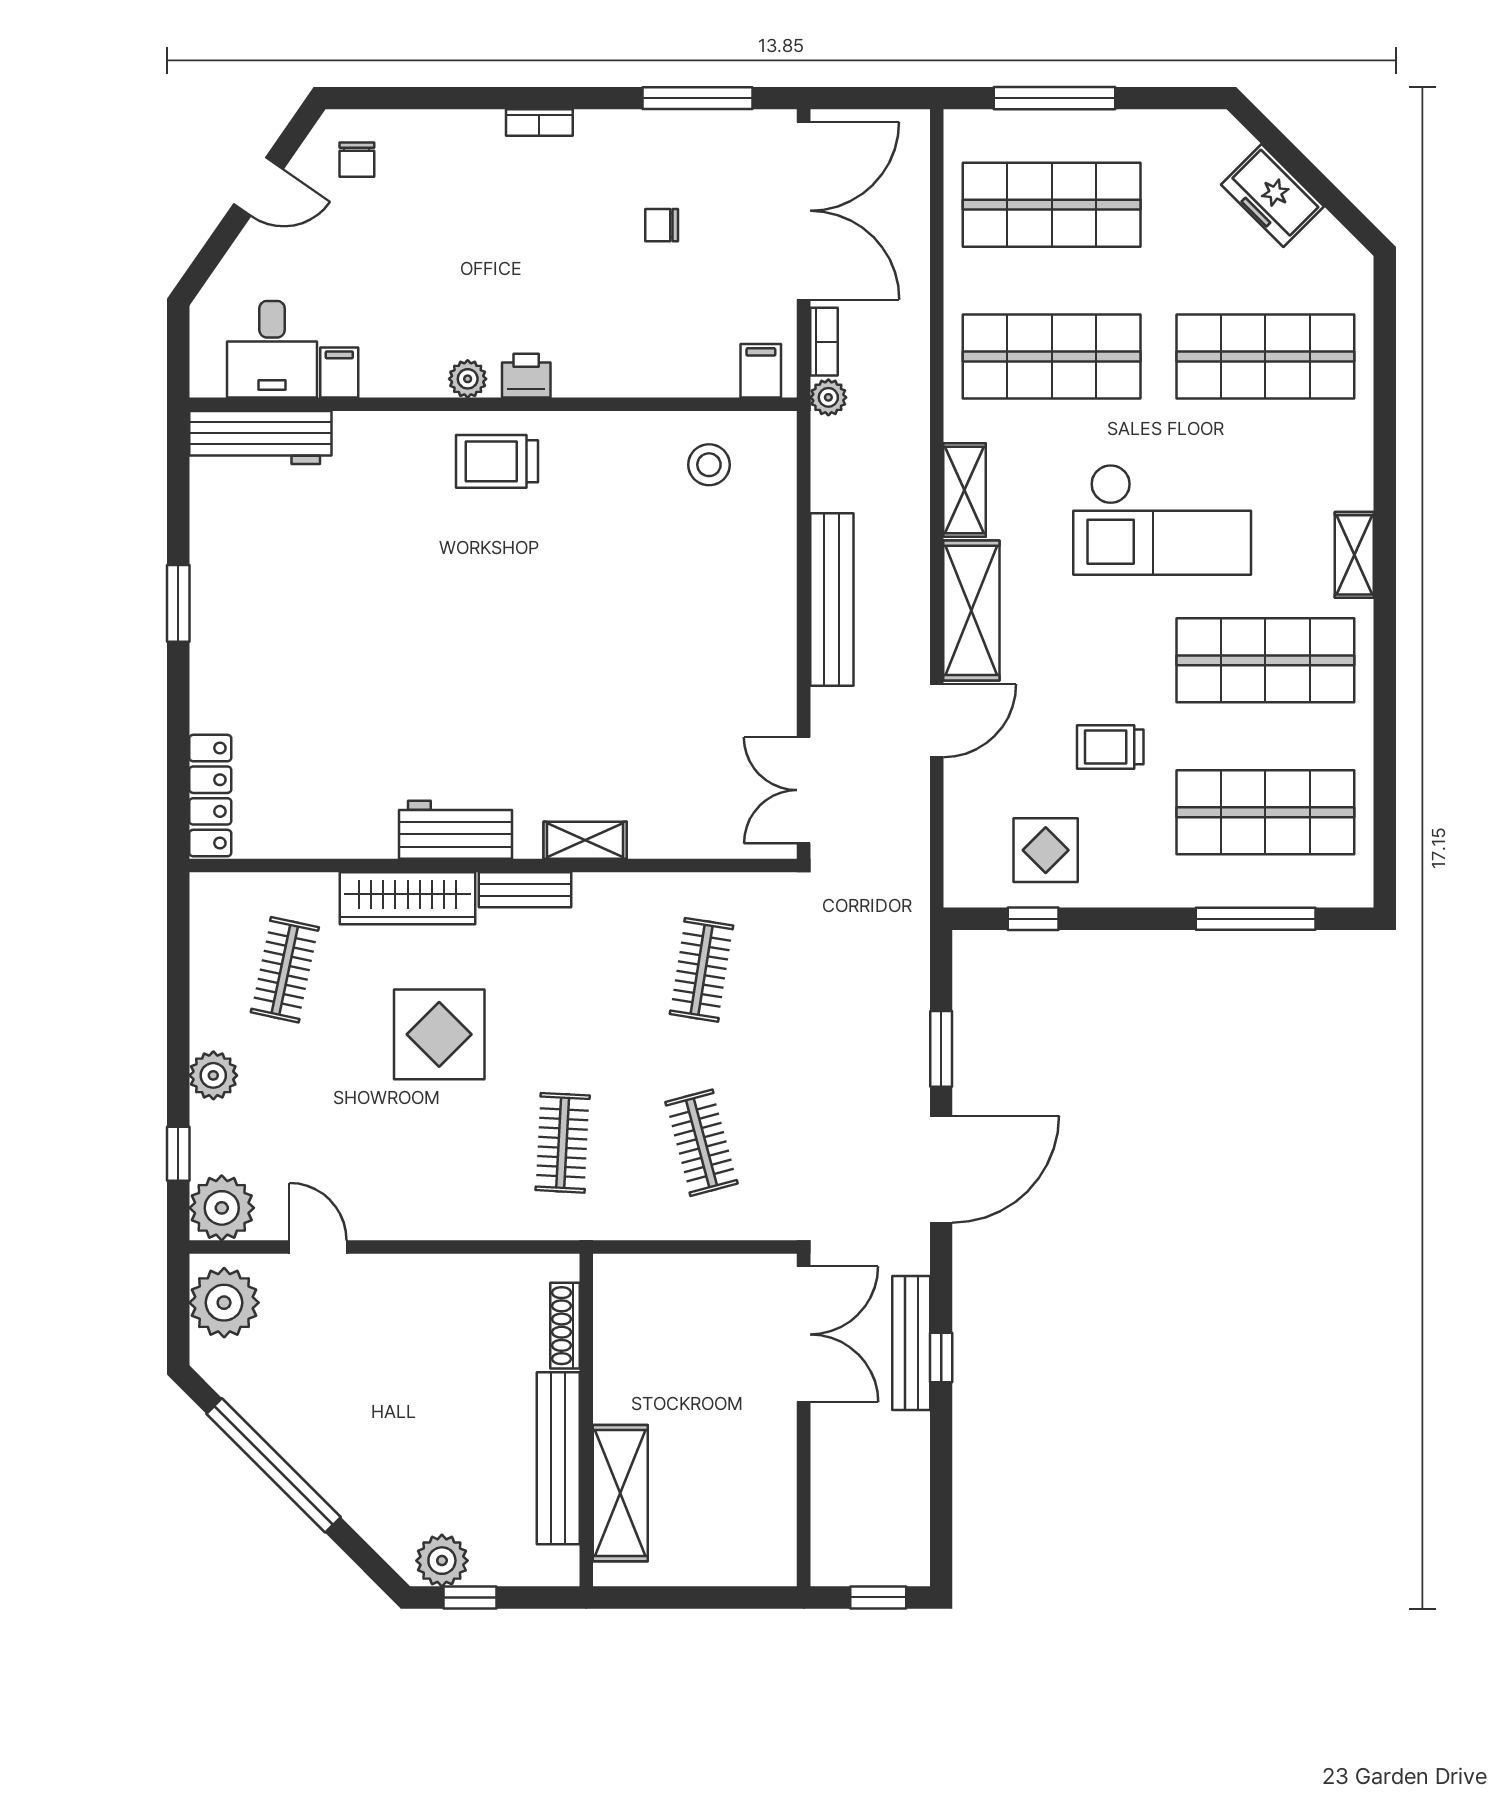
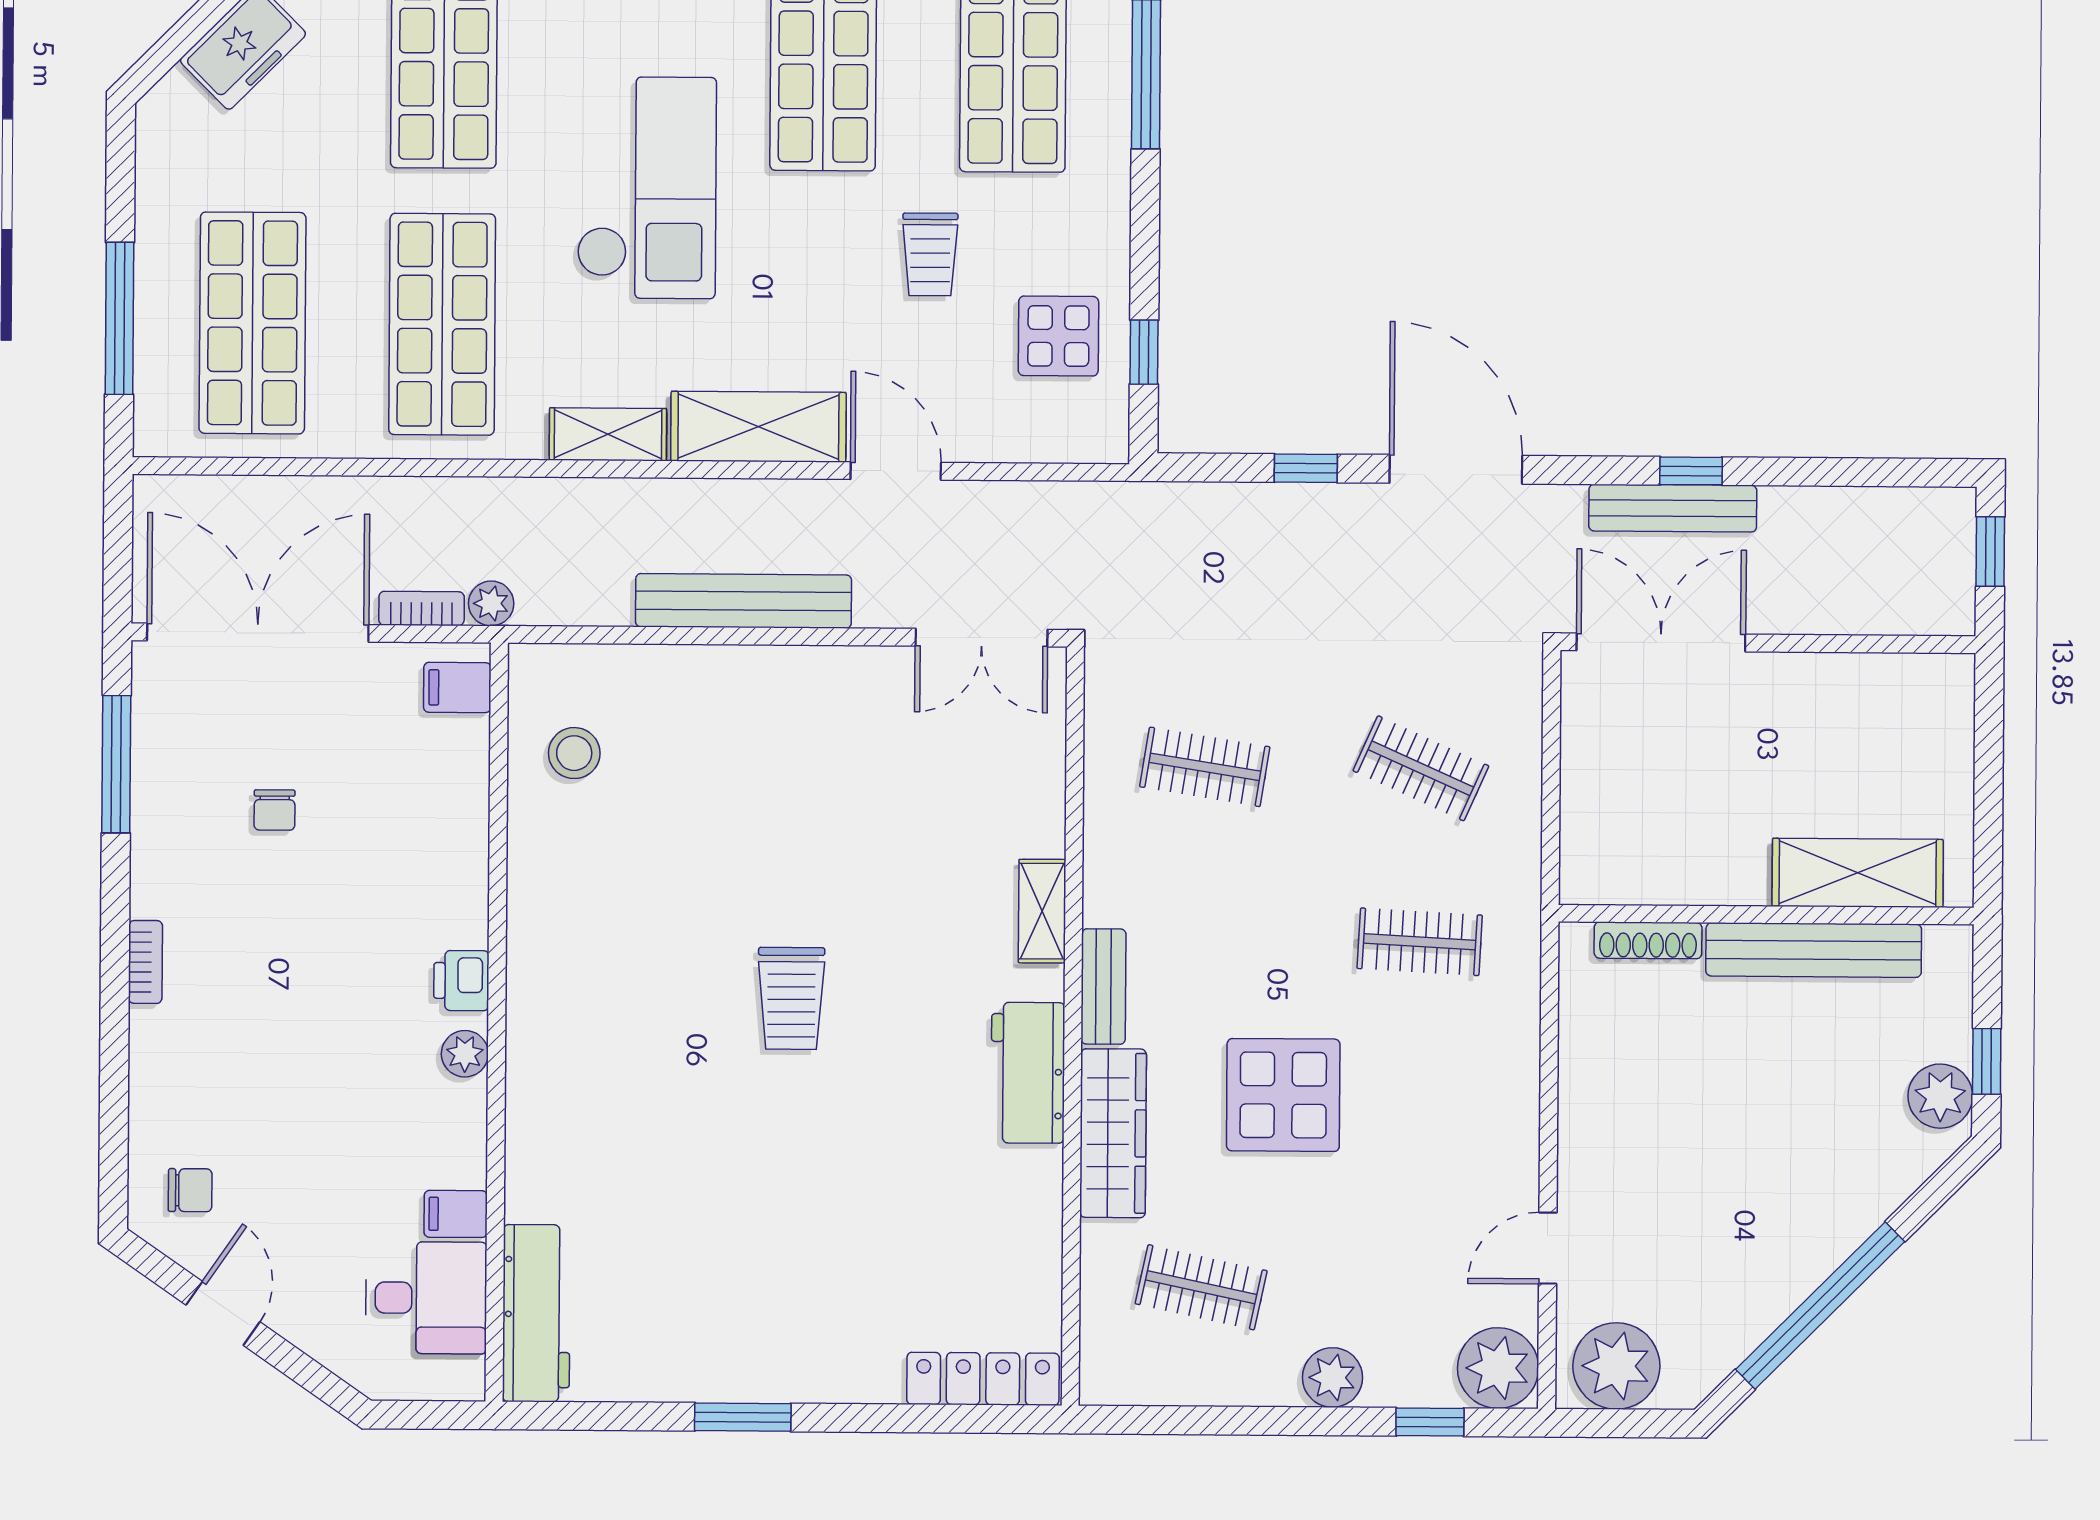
trolley: (497, 461) -> (791, 998), moved
window: (941, 1049) -> (1306, 468), width x0.67
clothes rail: (702, 1143) -> (1421, 768), turned 39

